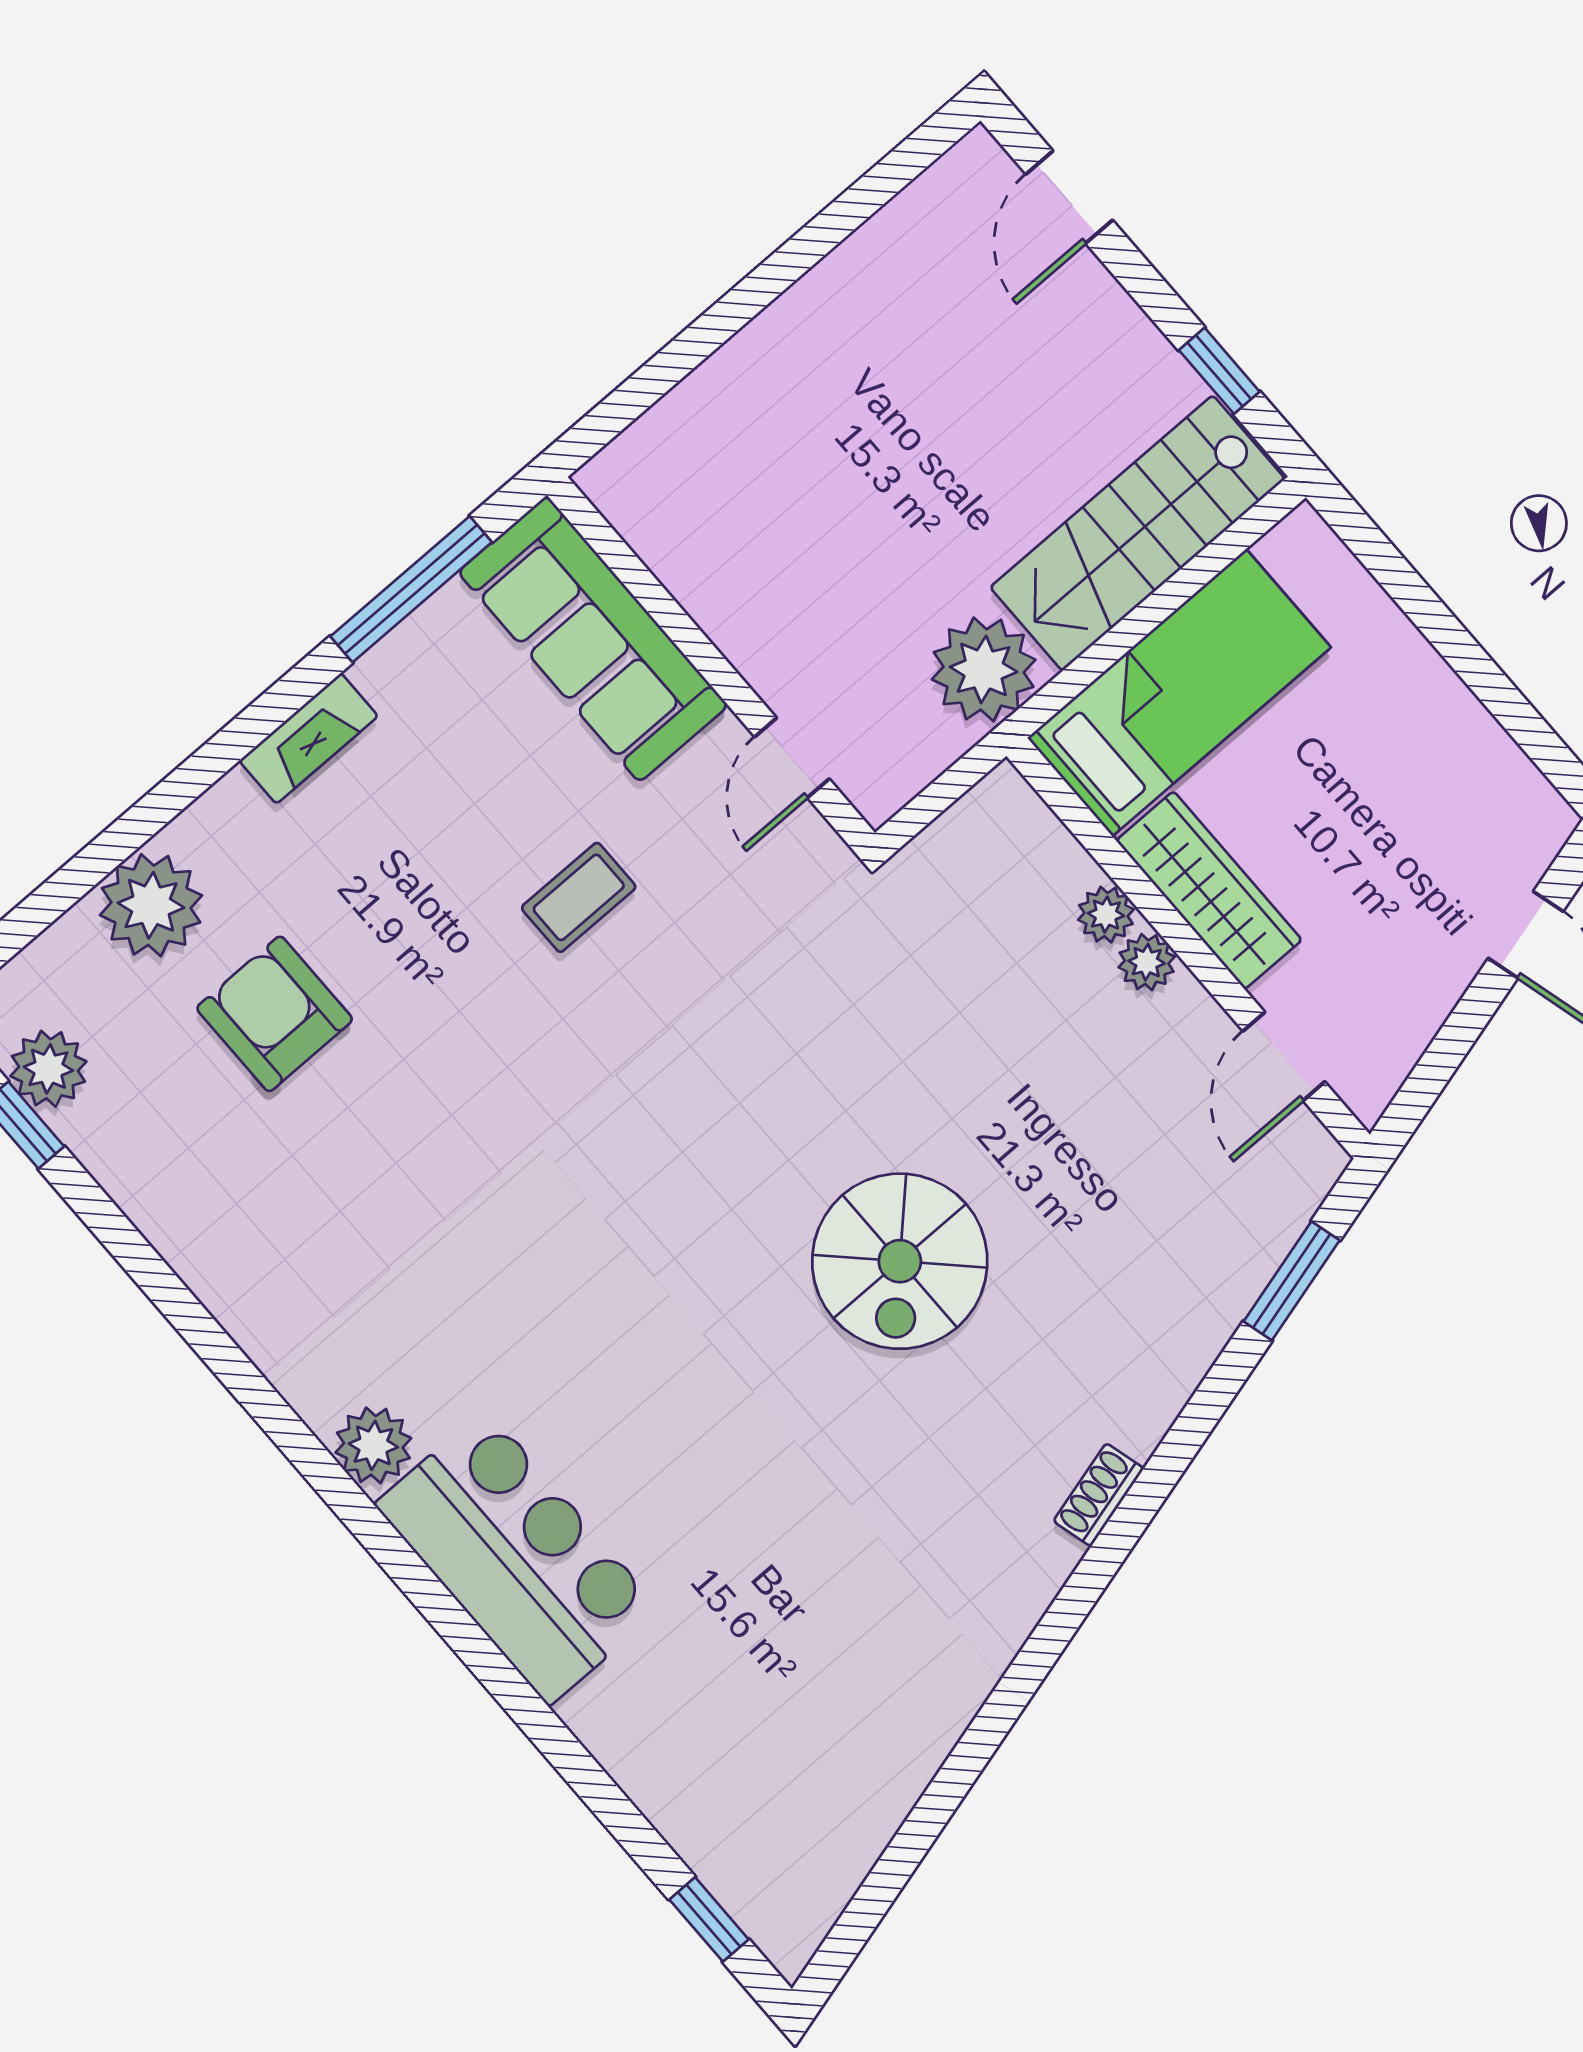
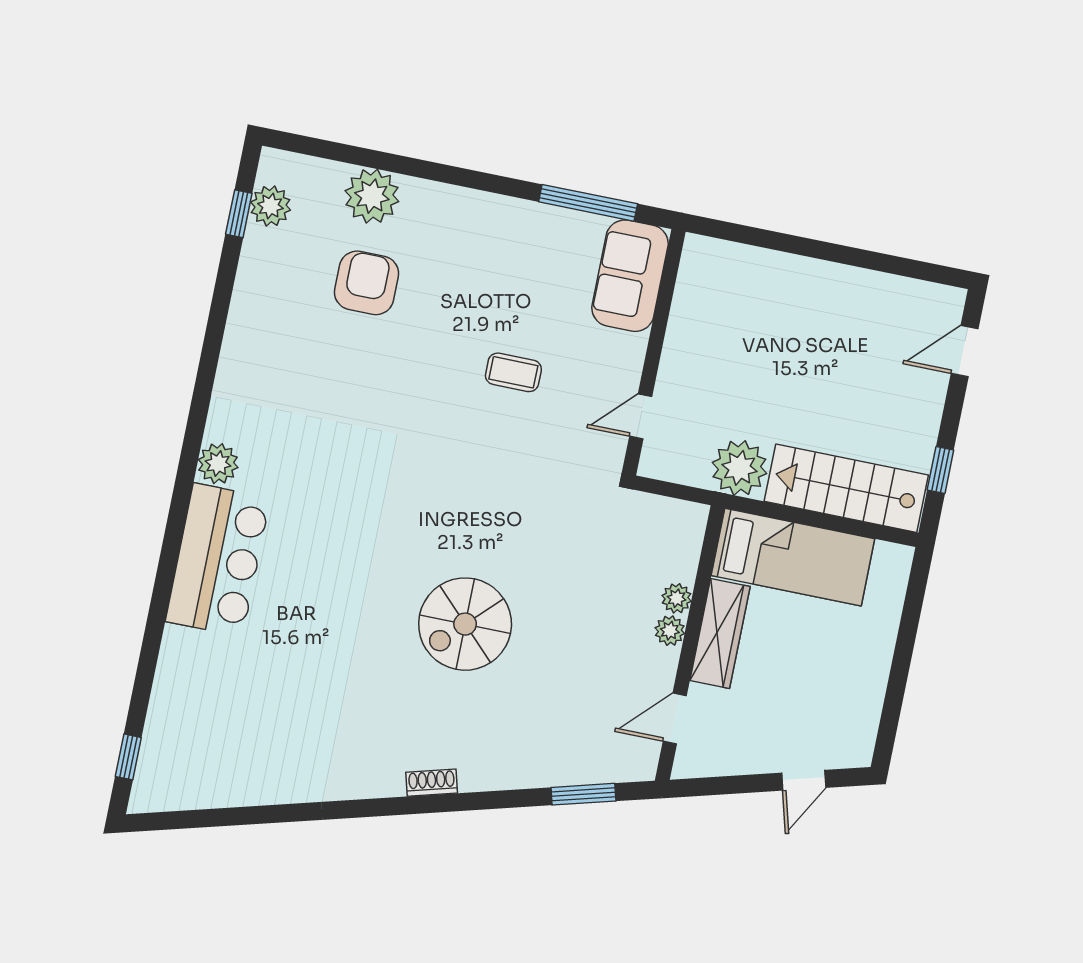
sofa: (593, 639) -> (630, 276), width x0.73
fireplace: (309, 738) -> (493, 208), removed

